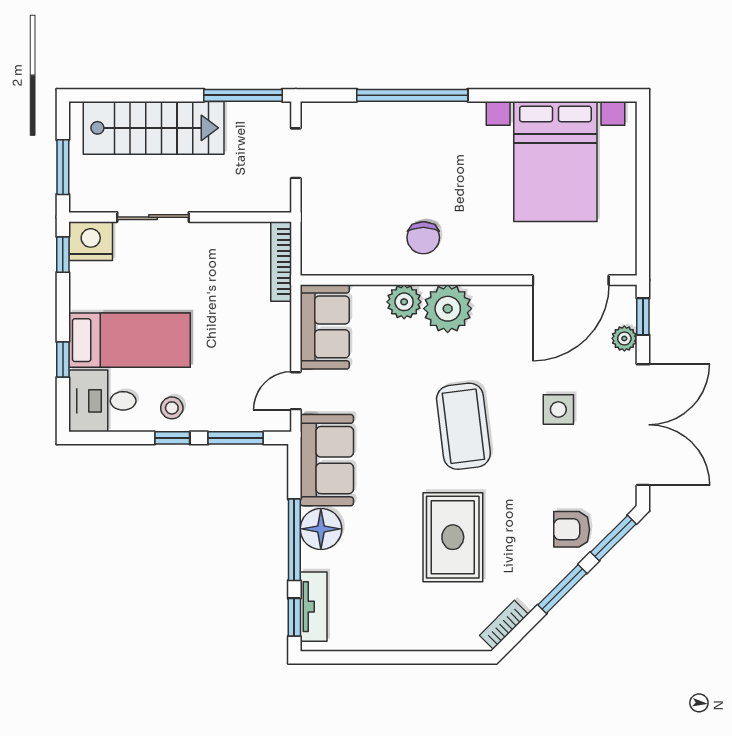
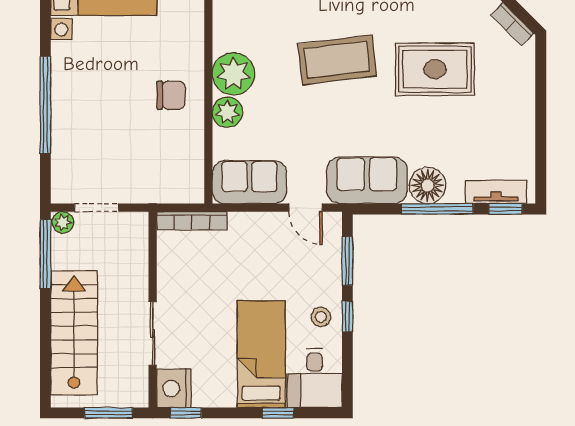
plant: (279, 115) -> (63, 222), added

